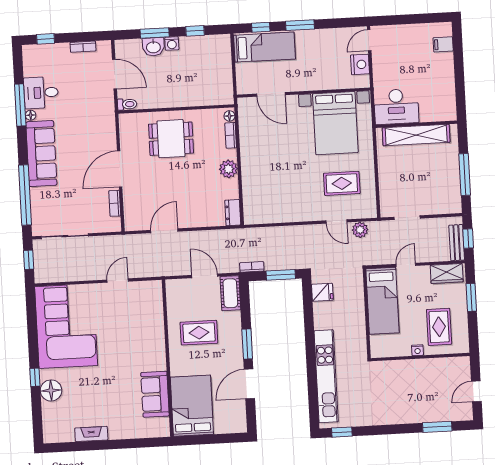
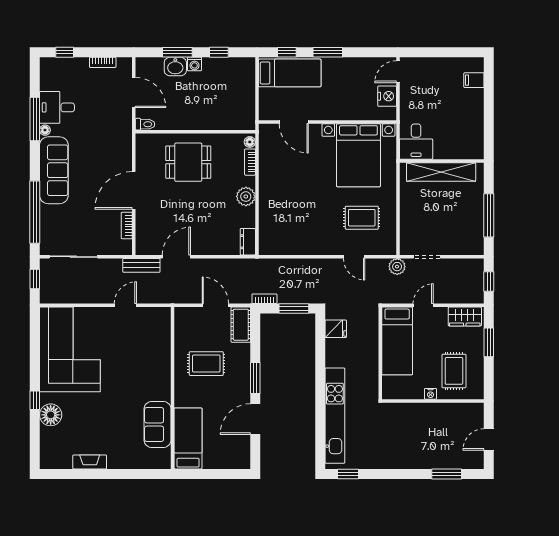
desk: (396, 107) -> (416, 142), width x0.73
plant: (360, 230) -> (397, 267), moved
bench: (457, 243) -> (141, 265), moved, turned 90
bed: (192, 406) -> (188, 438), width x0.67

